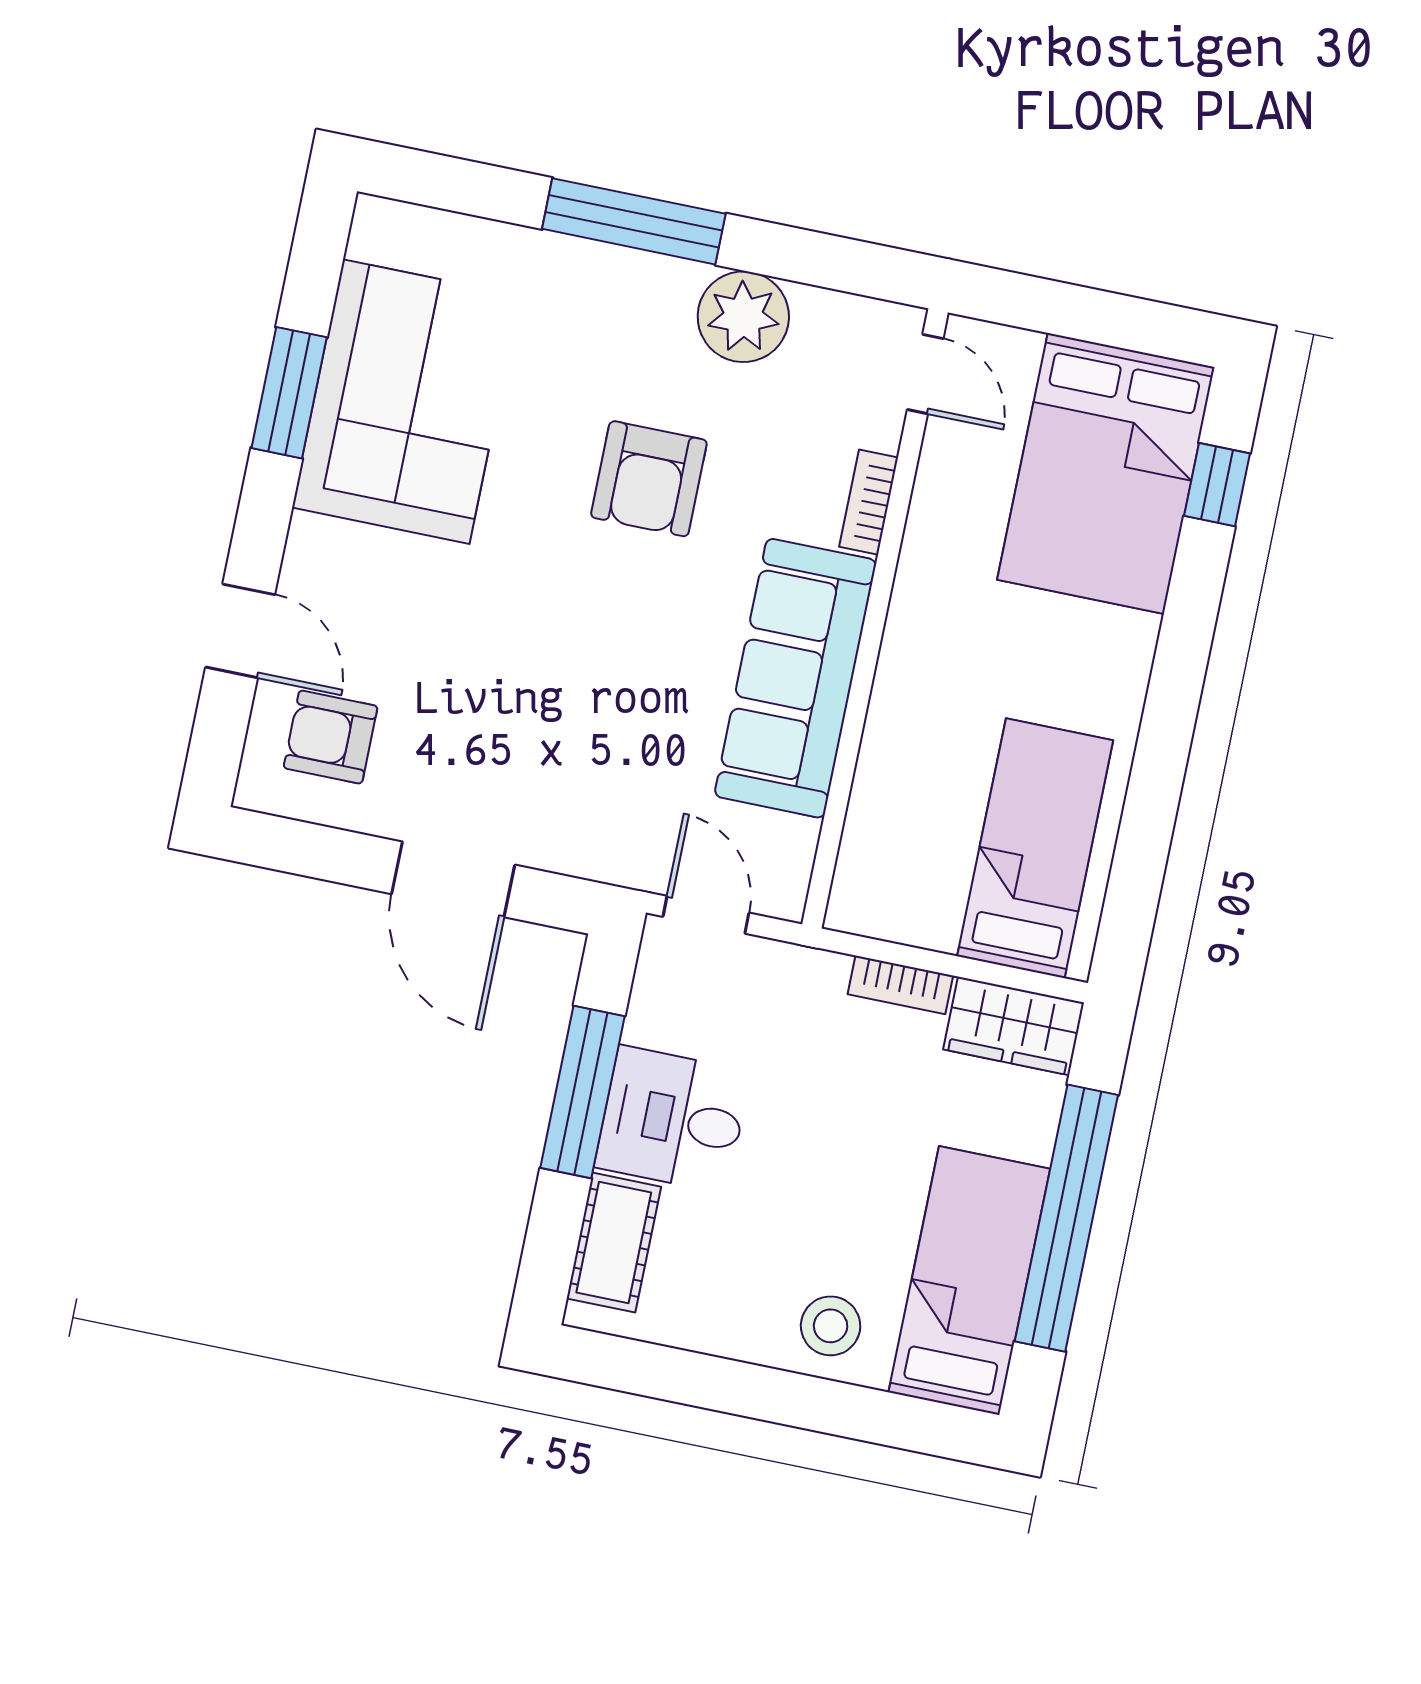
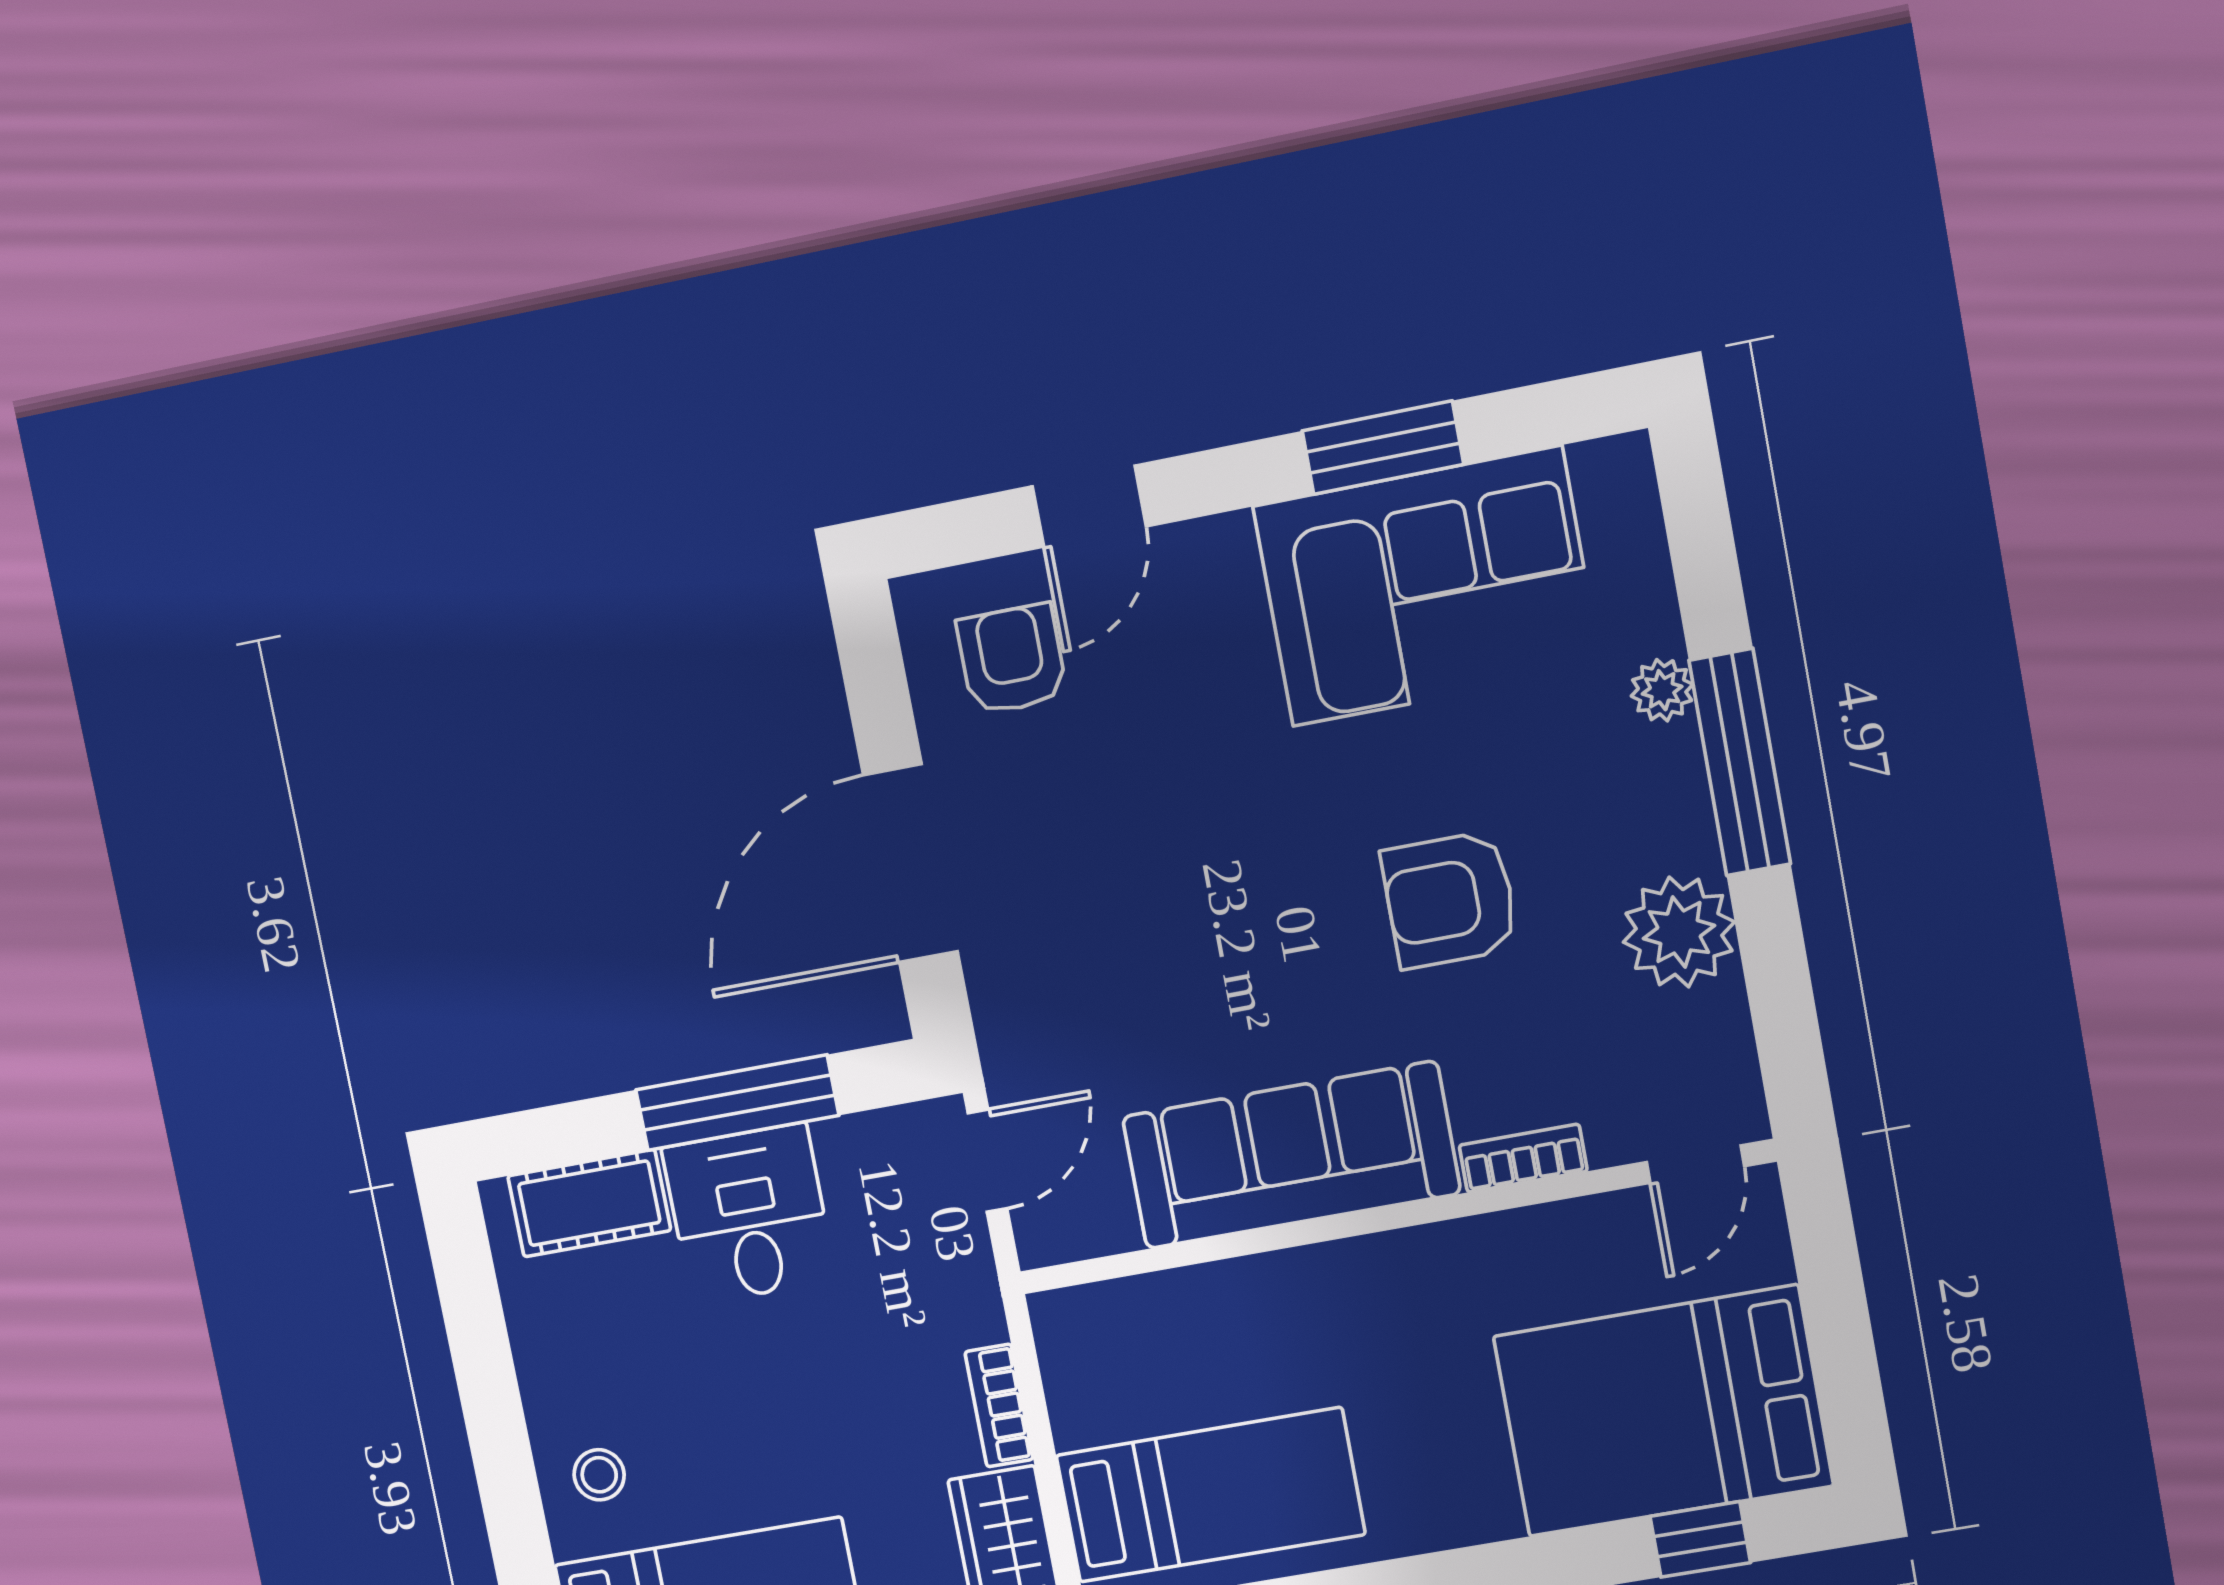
plant: (556, 258) -> (1662, 690), added
door: (453, 879) -> (910, 863), width x1.36
stool: (831, 1326) -> (599, 1475), width x0.73, depth x0.73

